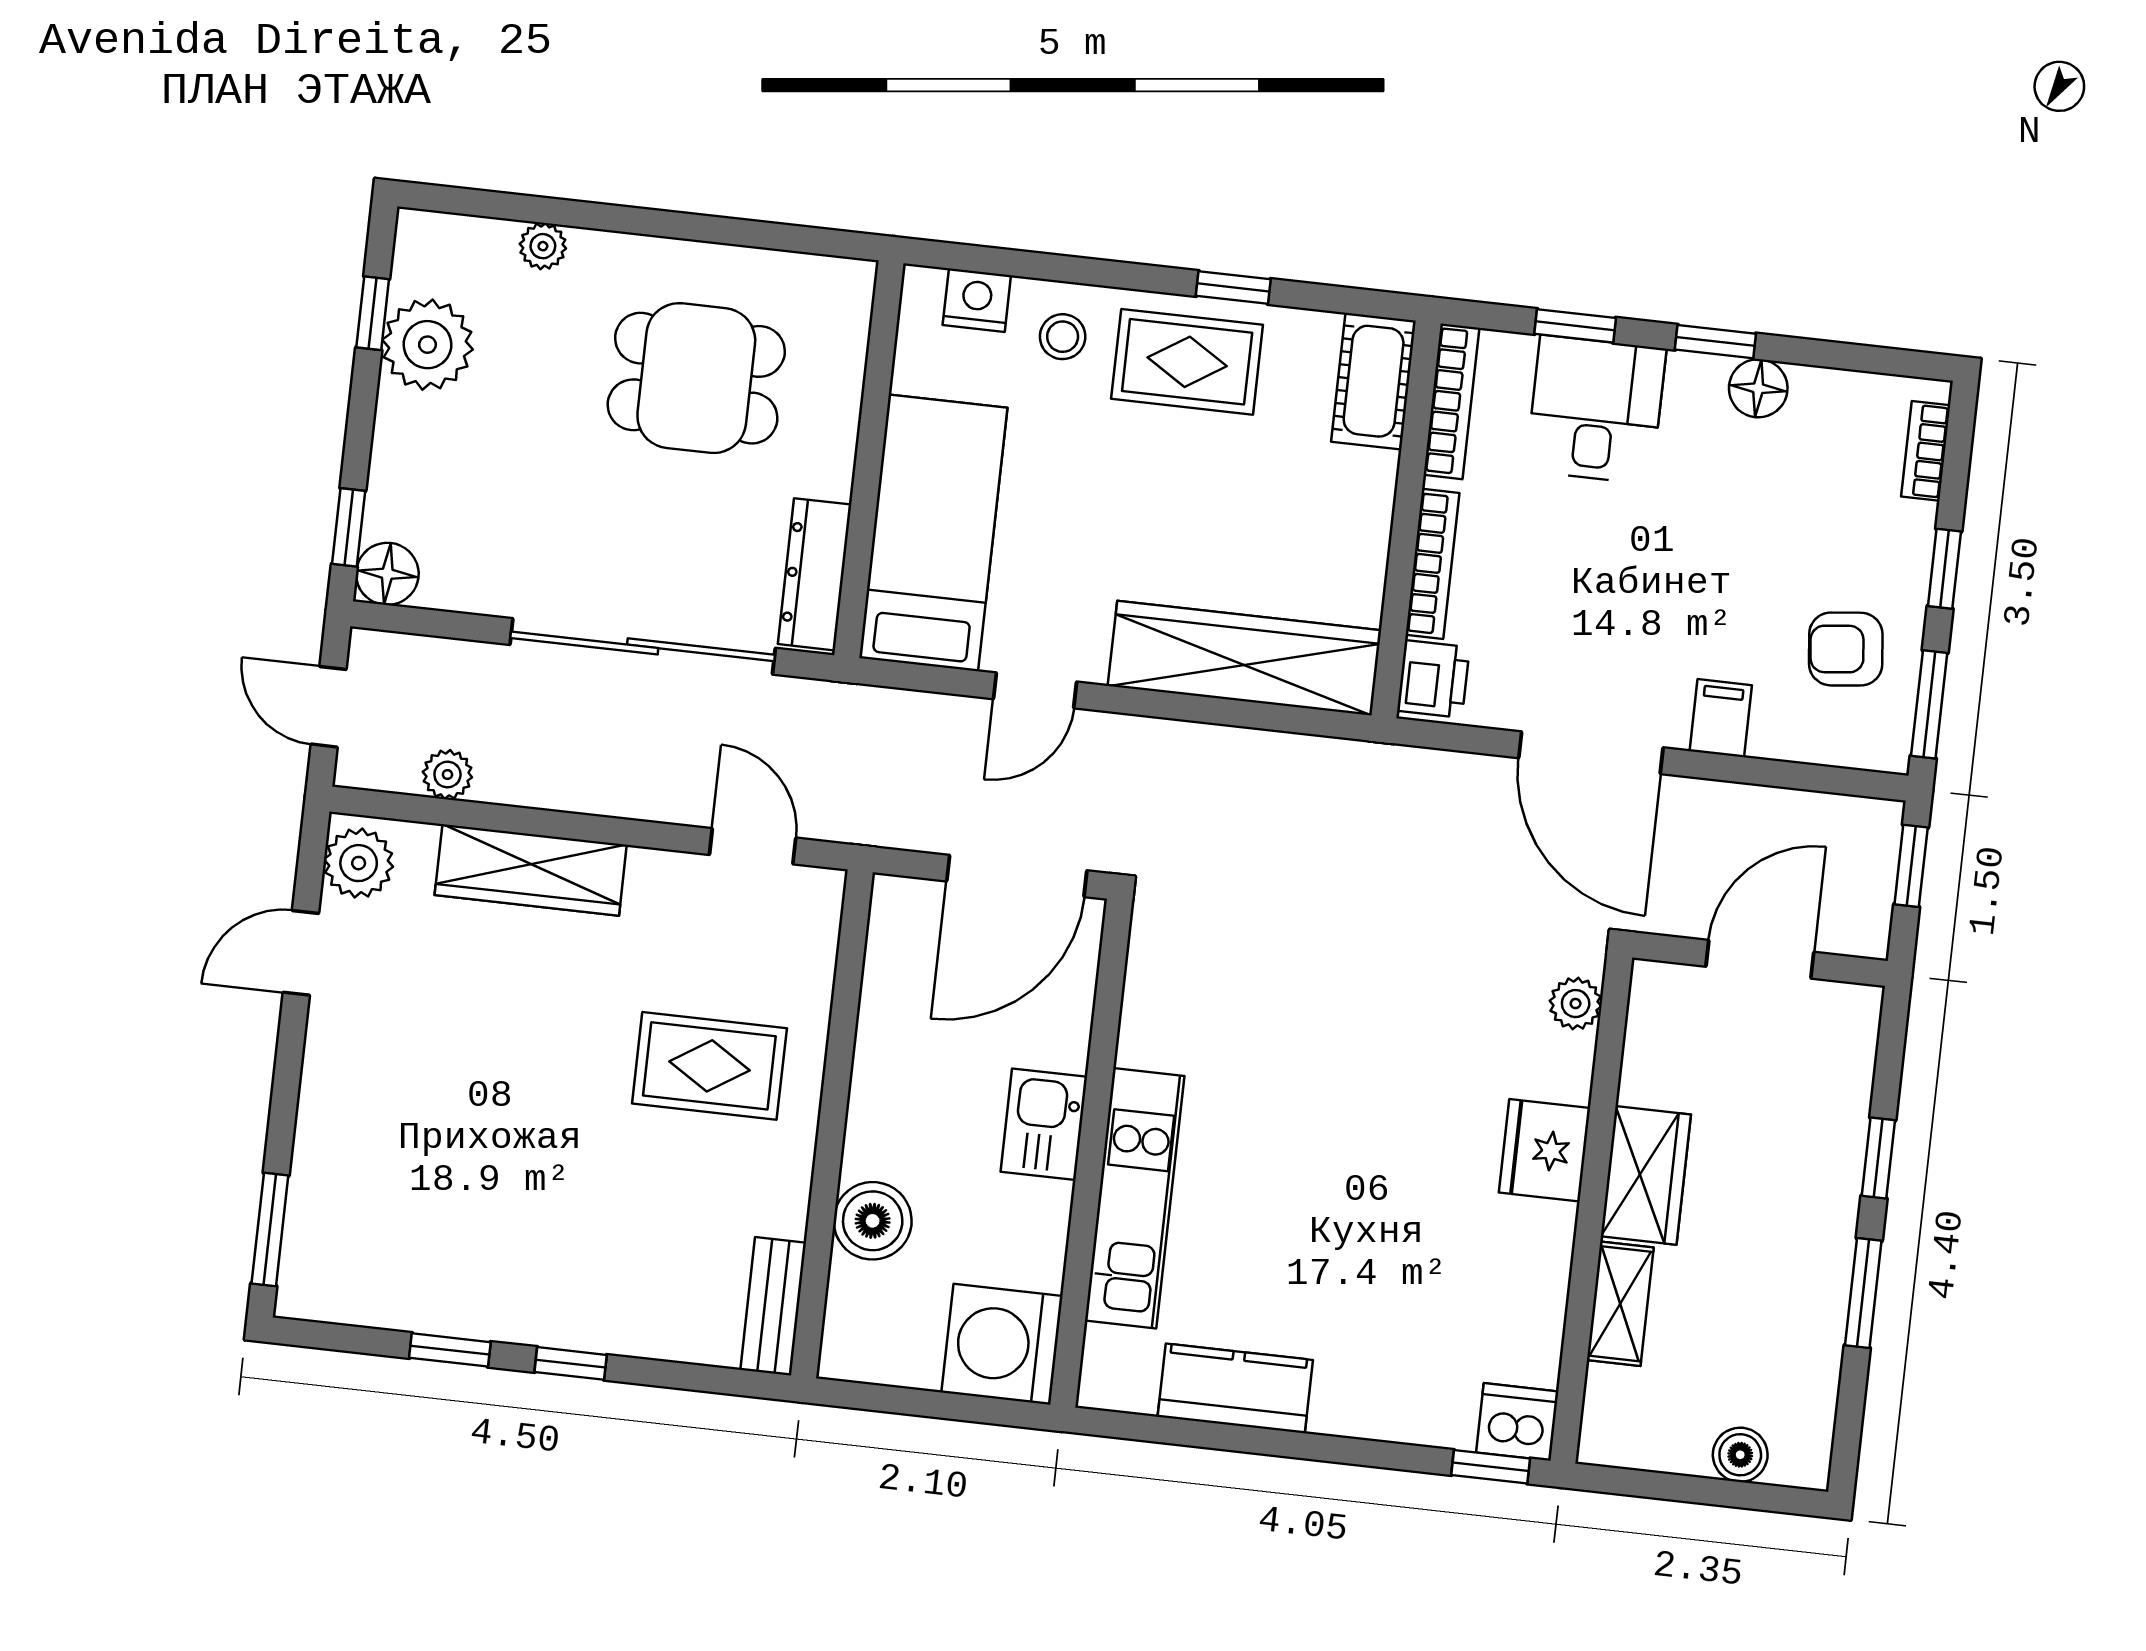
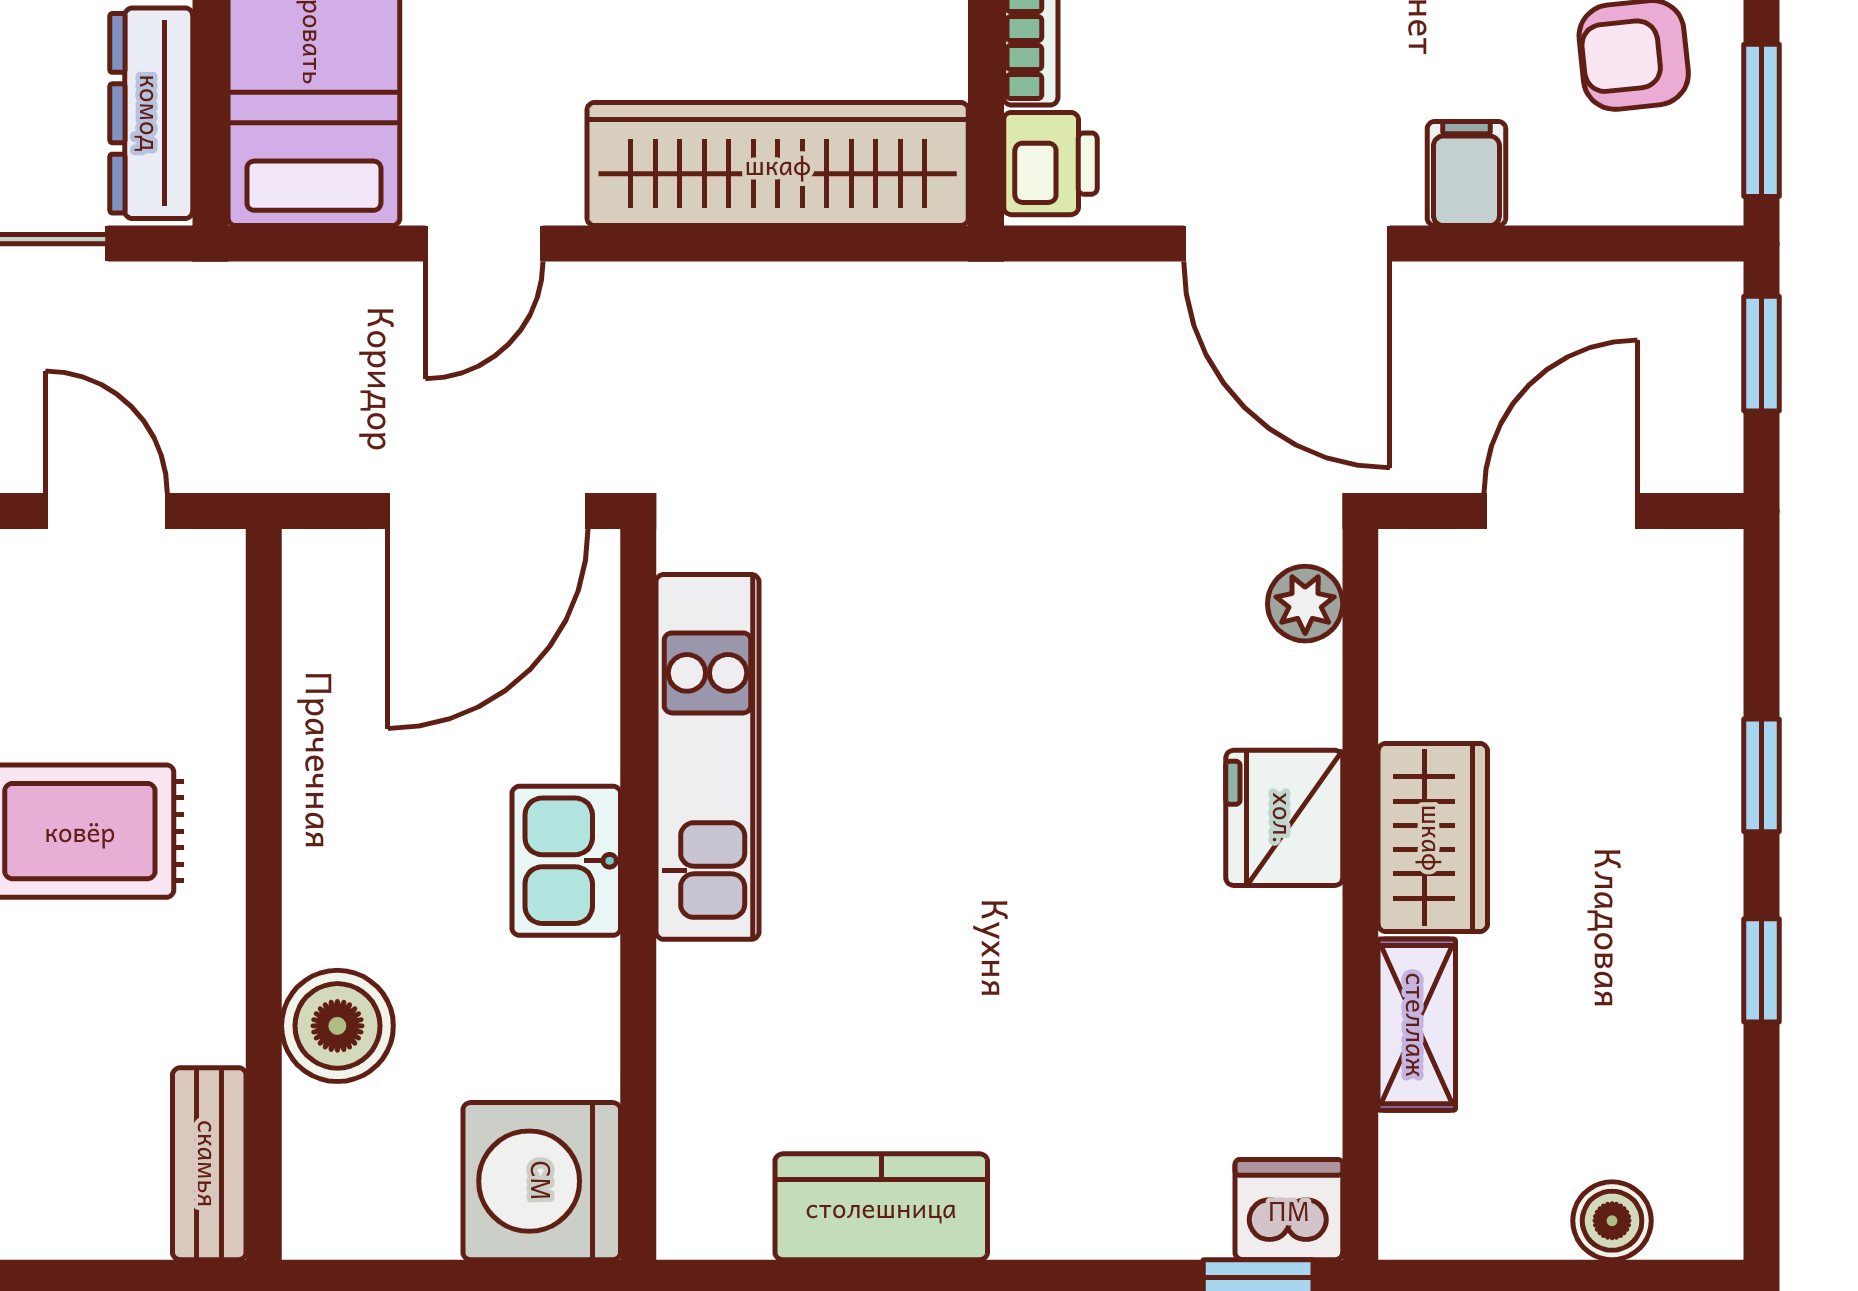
kitchen unit: (1135, 1198) -> (708, 757), moved
window: (1863, 1293) -> (1762, 970), width x0.67

